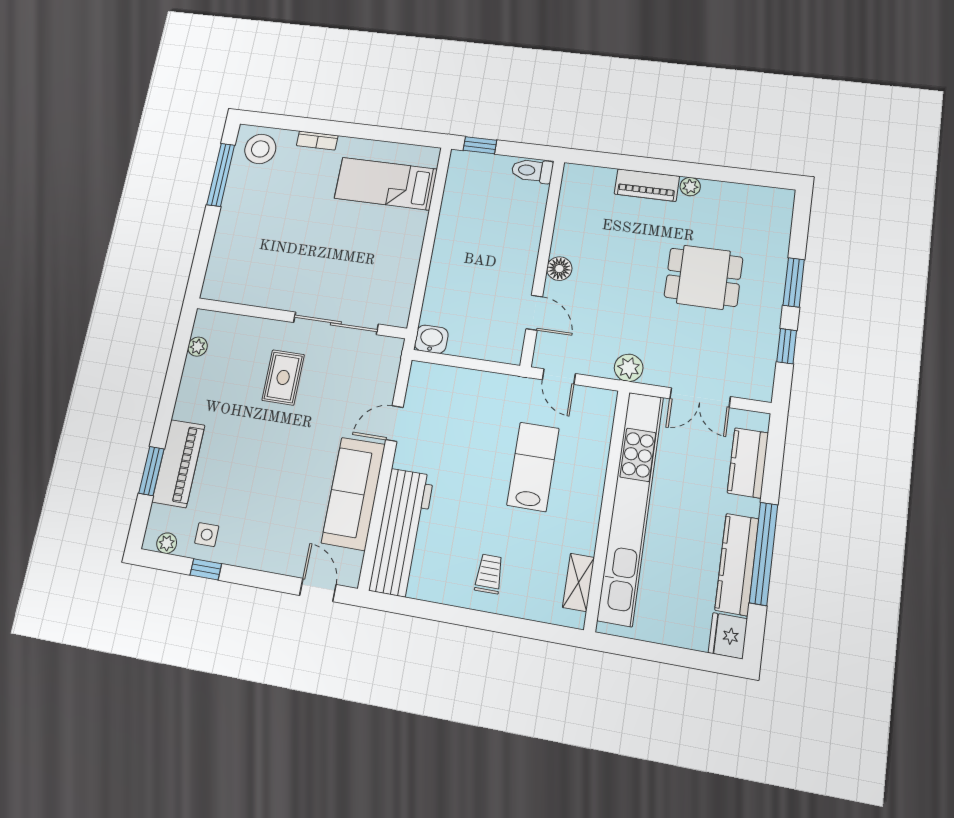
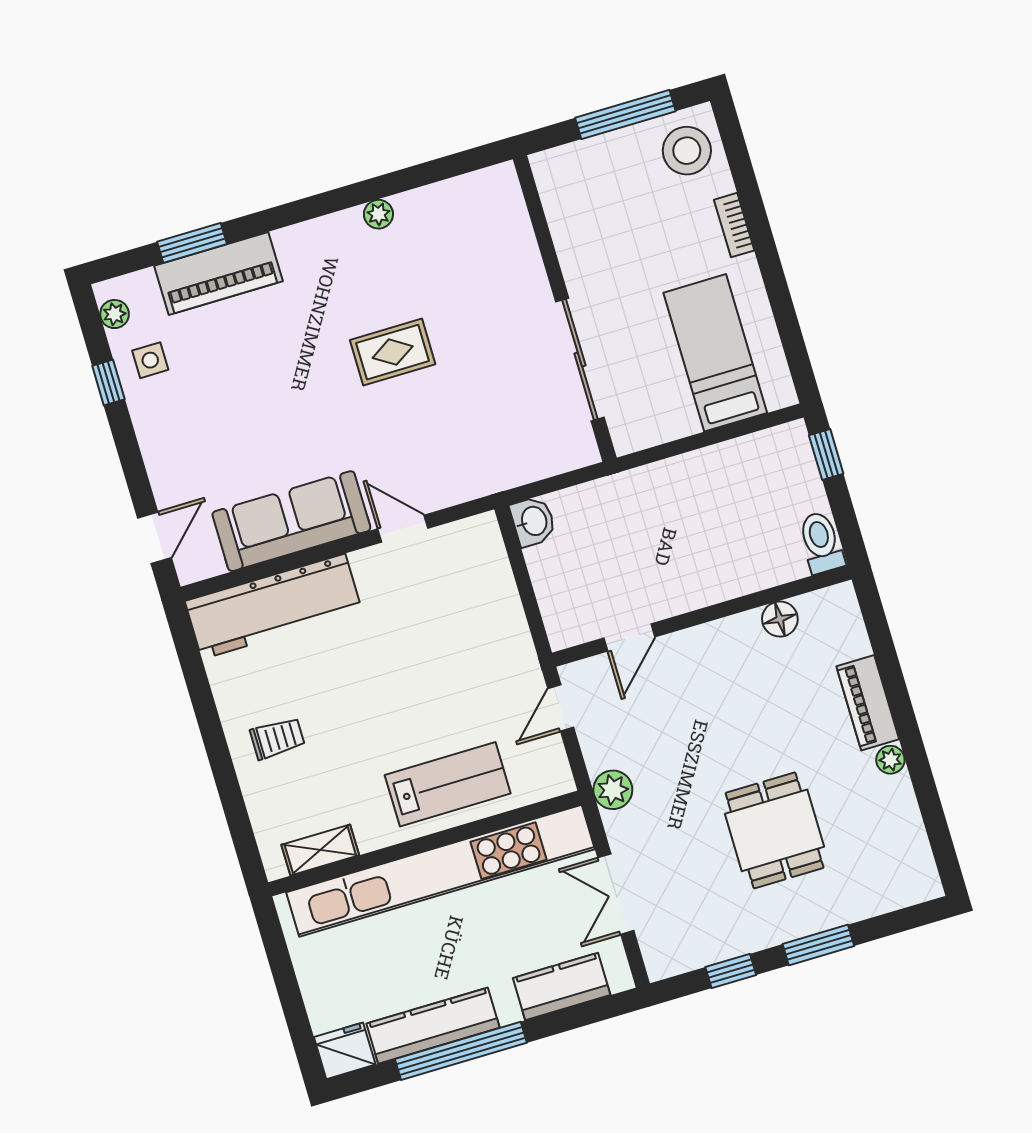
floor lamp: (559, 269) -> (780, 619), moved
wall: (301, 318) -> (565, 308), moved
sliding door: (336, 323) -> (580, 359), moved
lab bench: (533, 467) -> (448, 784), moved

